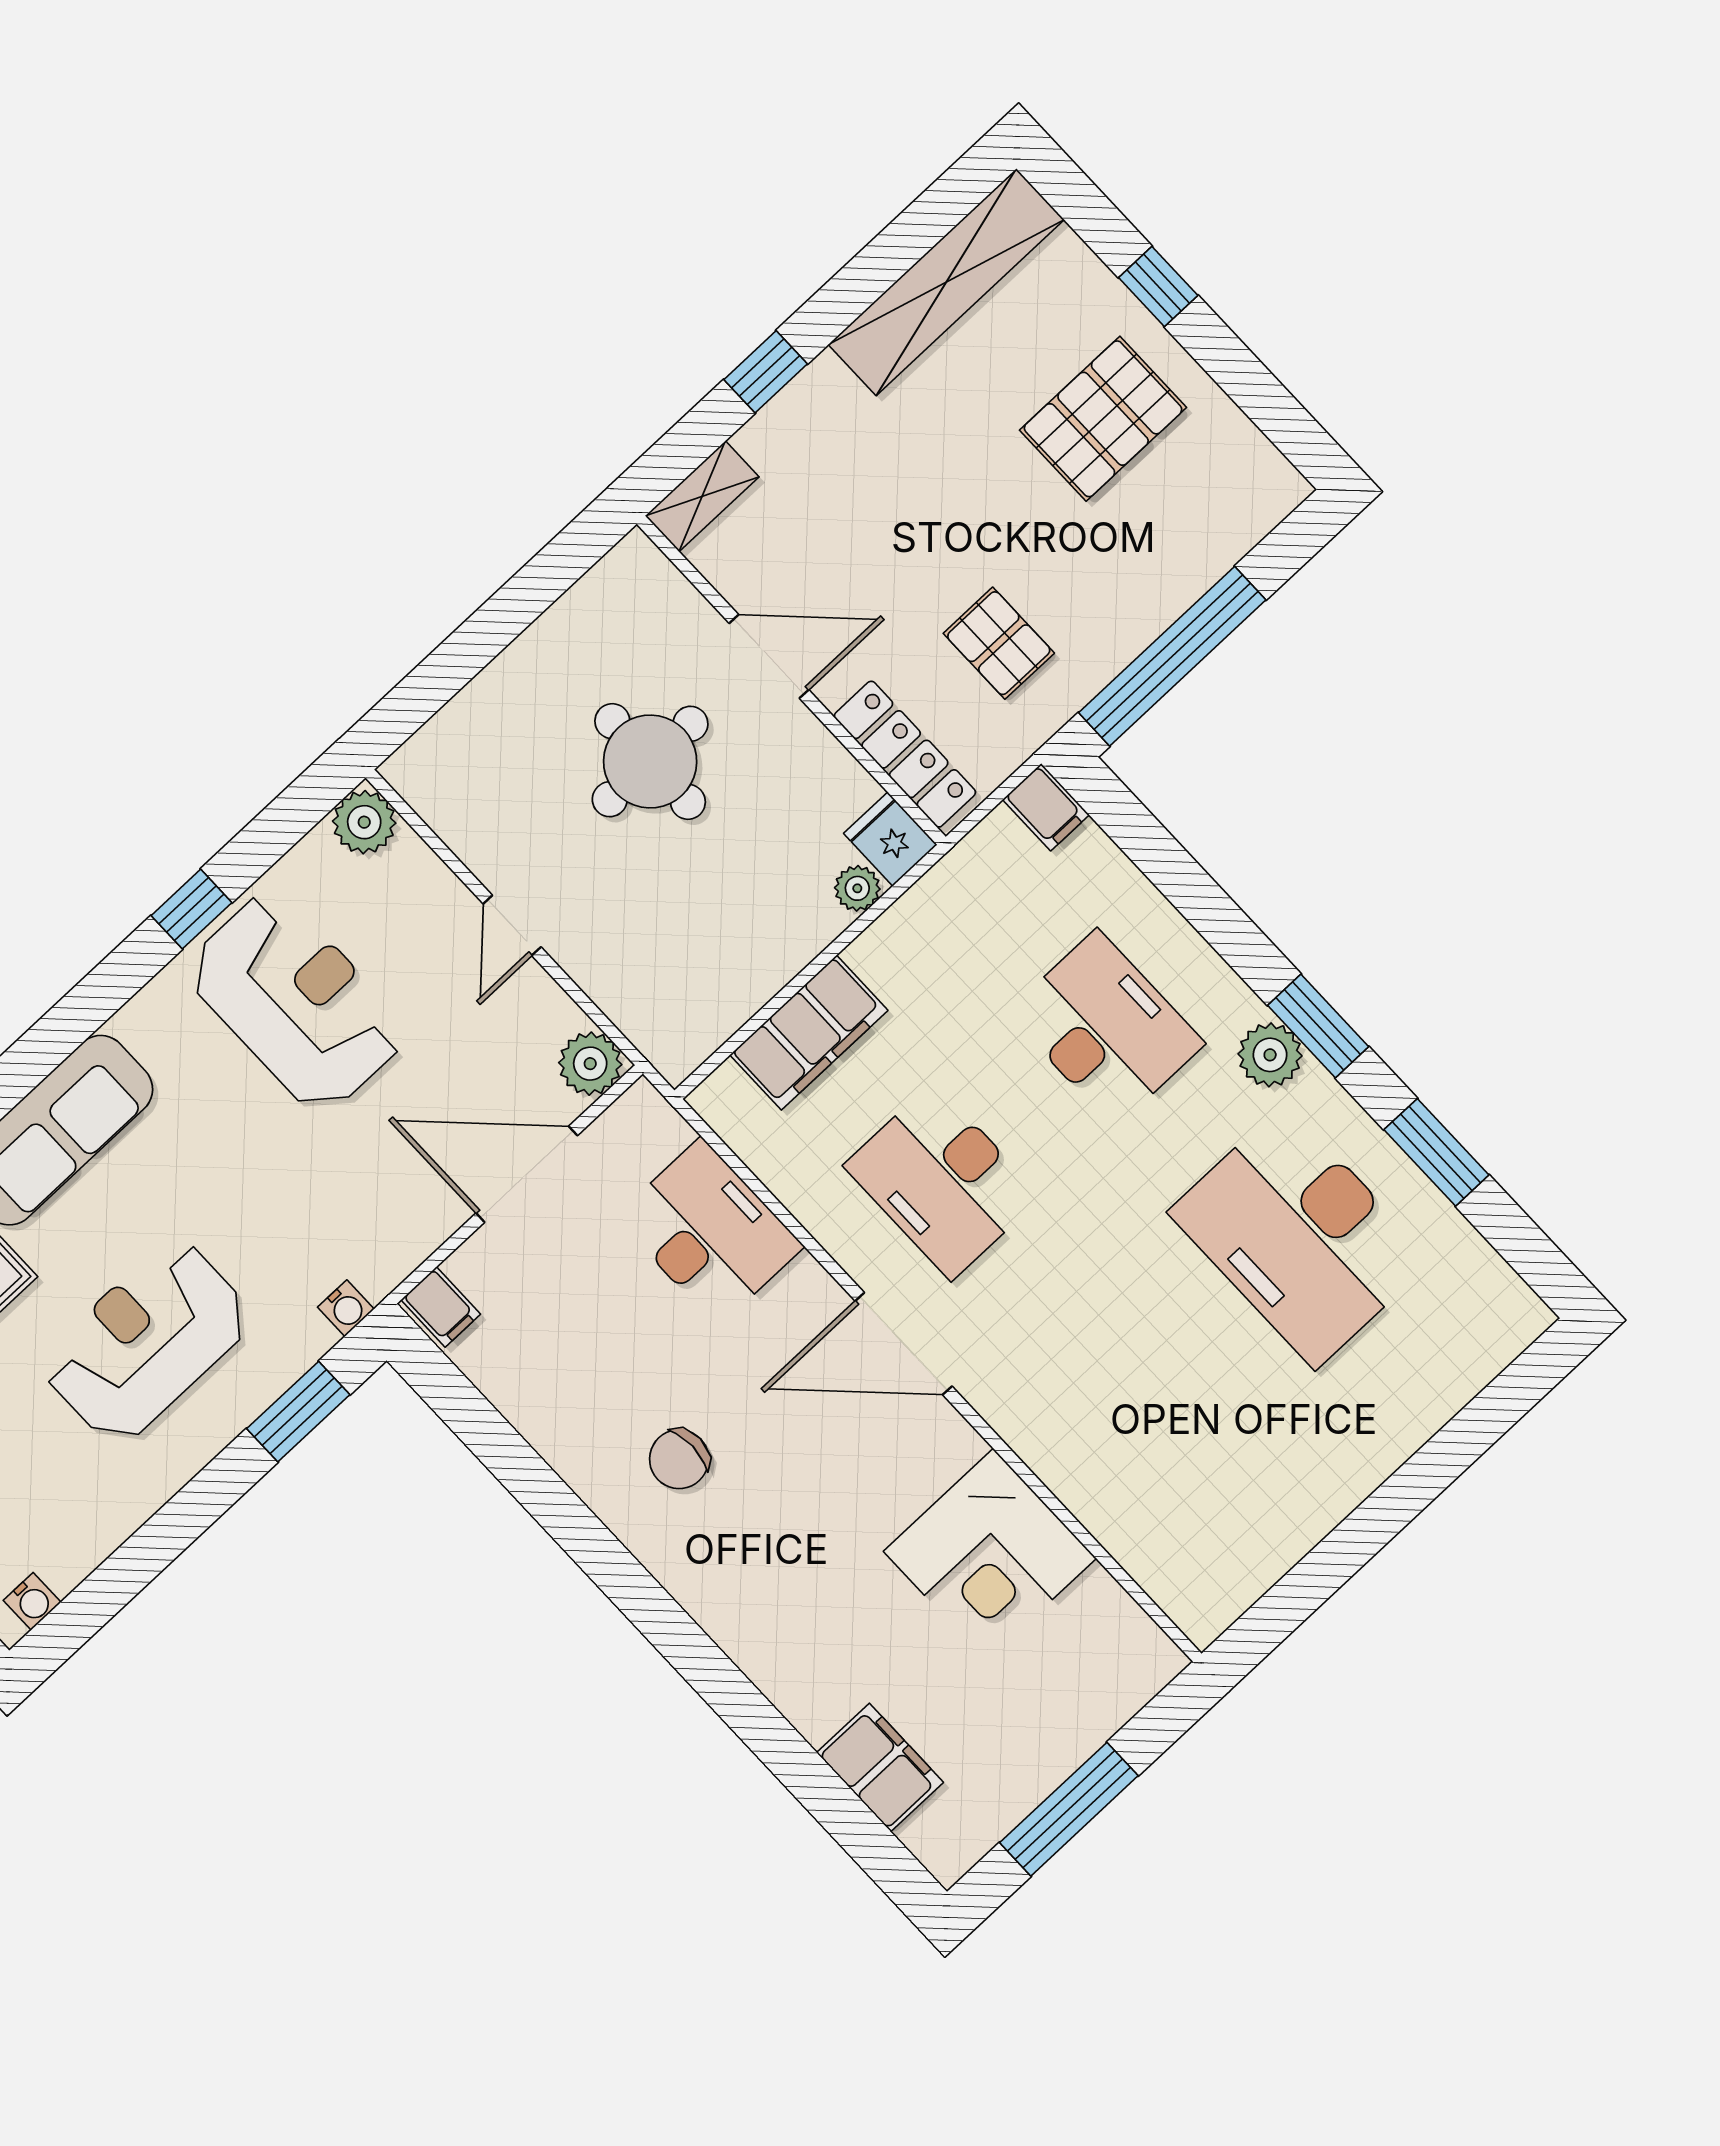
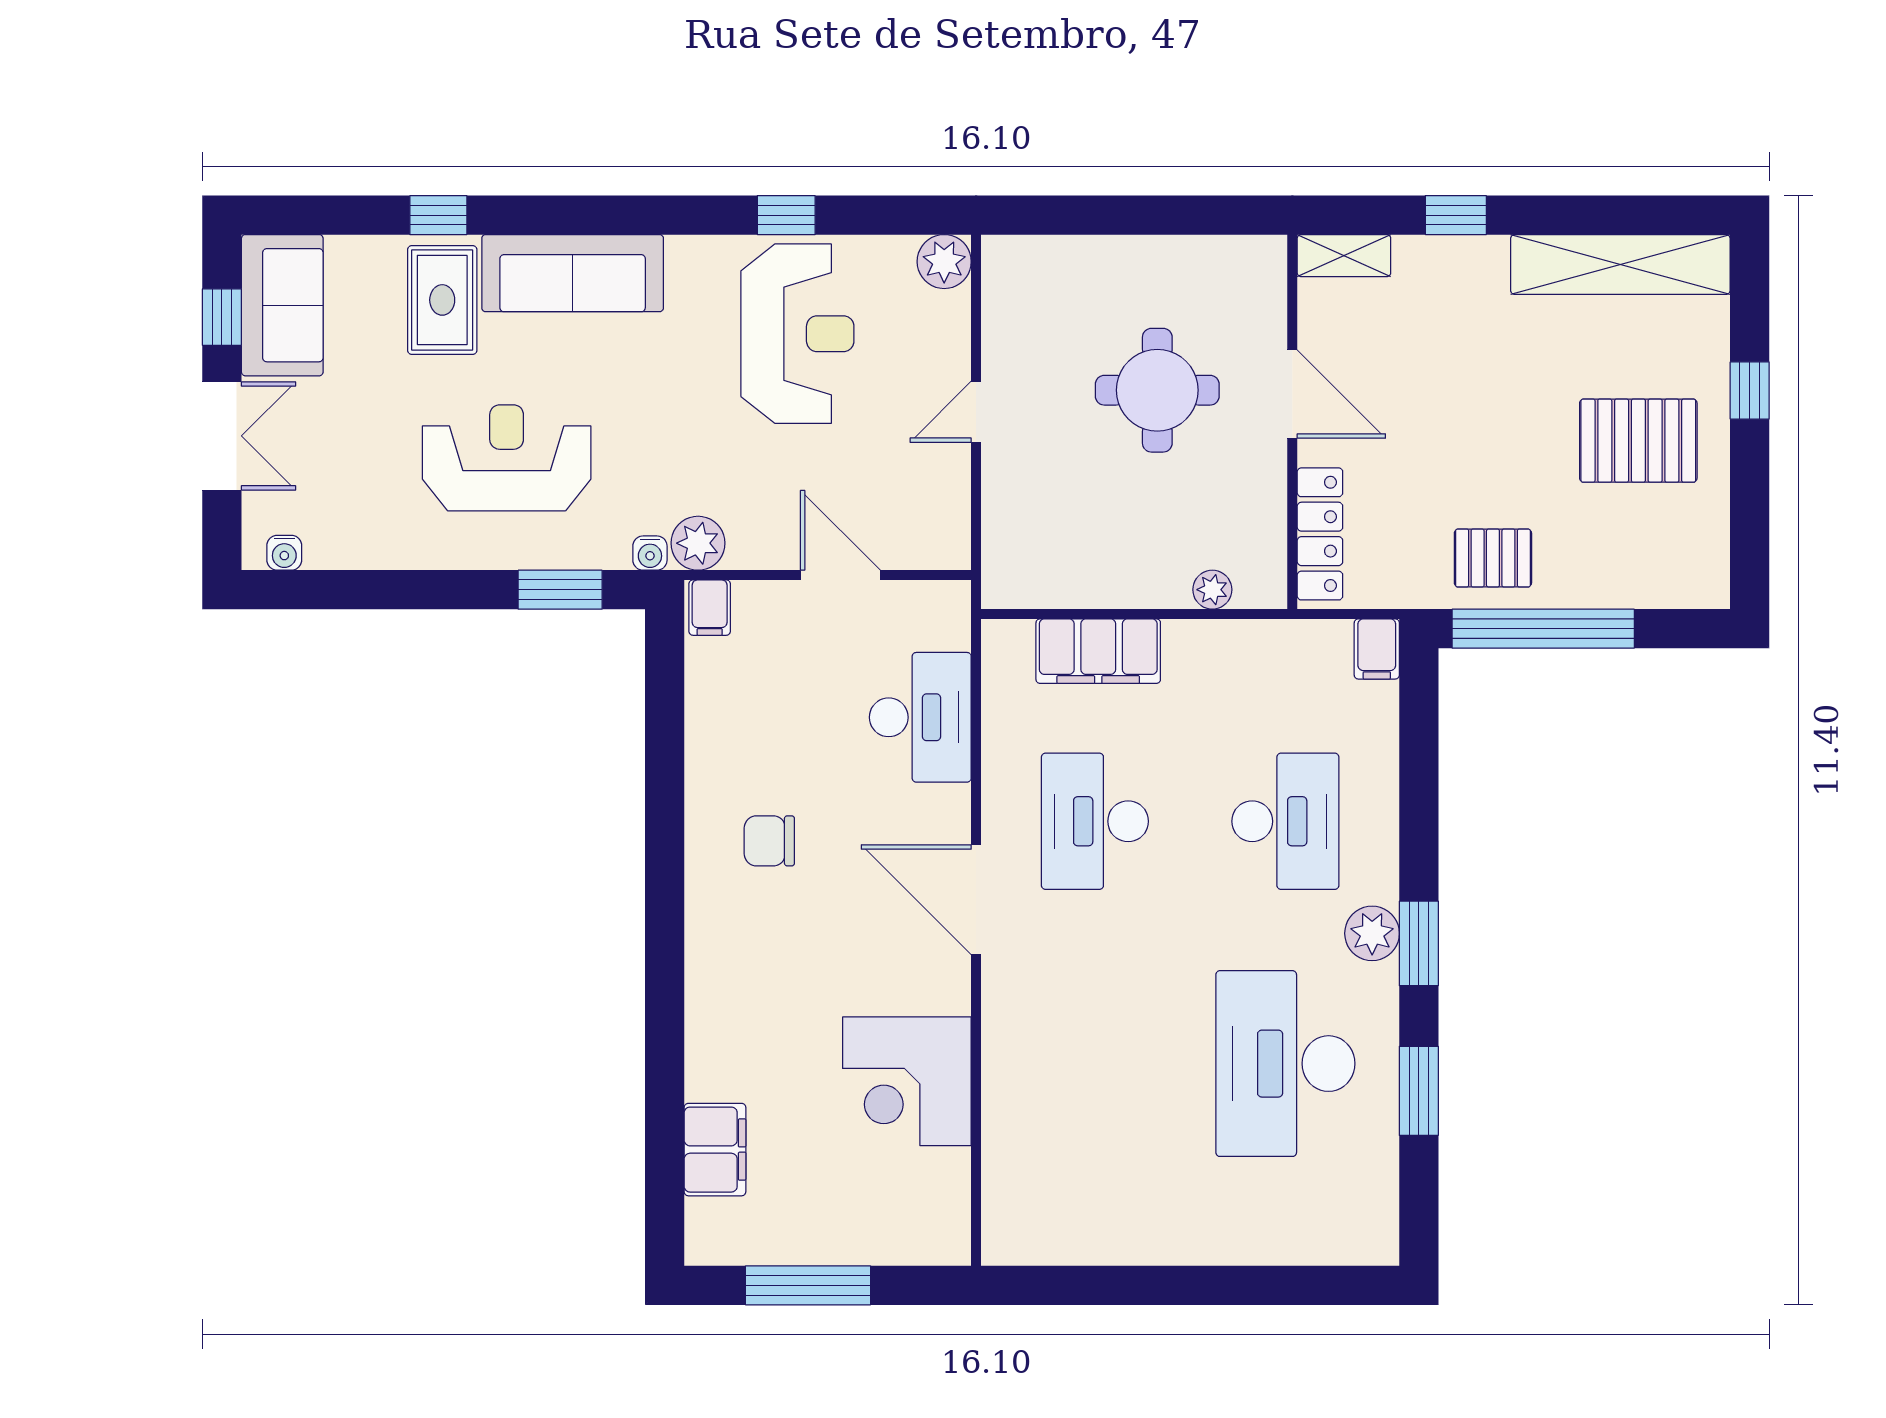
pallet: (999, 643) -> (1493, 558), moved, turned 90
fridge: (890, 839) -> (1262, 578), removed
plant: (590, 1064) -> (698, 543), moved
door: (527, 1174) -> (840, 575), width x0.73

